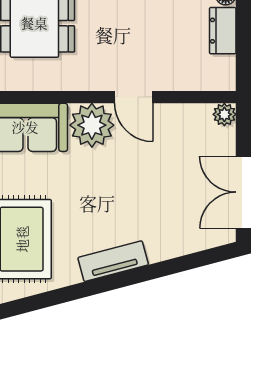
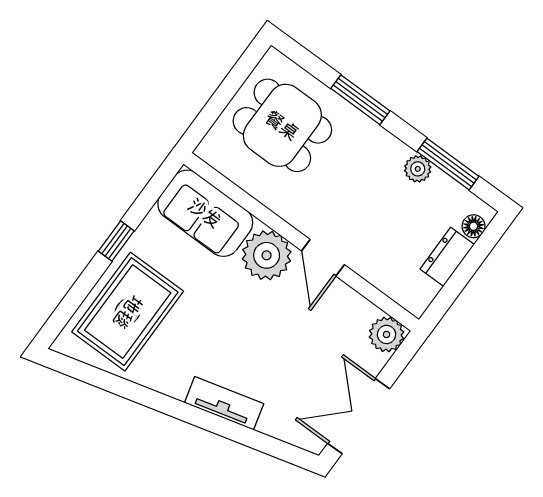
plant: (224, 114) -> (387, 334), width x1.38, depth x1.38
tv unit: (113, 261) -> (224, 403), moved

